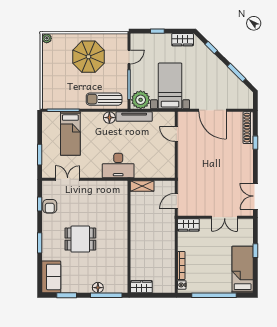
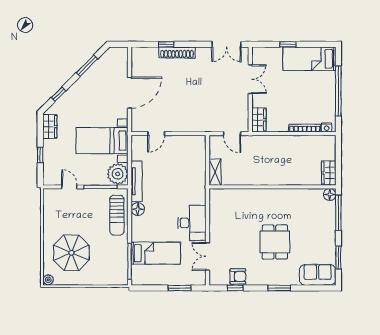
parasol: (89, 57) -> (71, 253), moved
shoe rack: (248, 128) -> (177, 52), moved
desk: (118, 166) -> (192, 223), moved
floor lamp: (98, 288) -> (330, 195), moved

